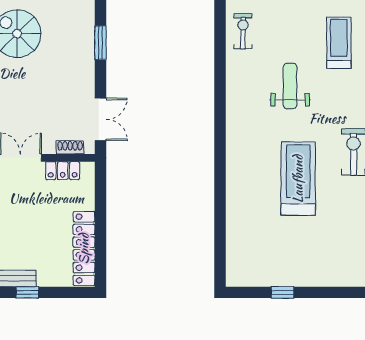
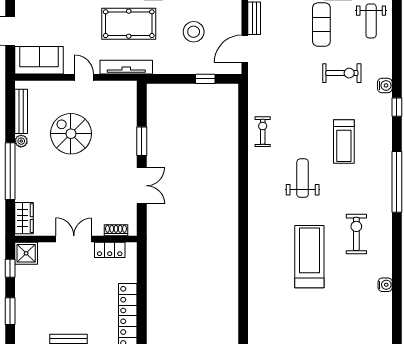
treadmill: (339, 43) -> (344, 141), turned 180
double door: (100, 119) -> (142, 186), moved

